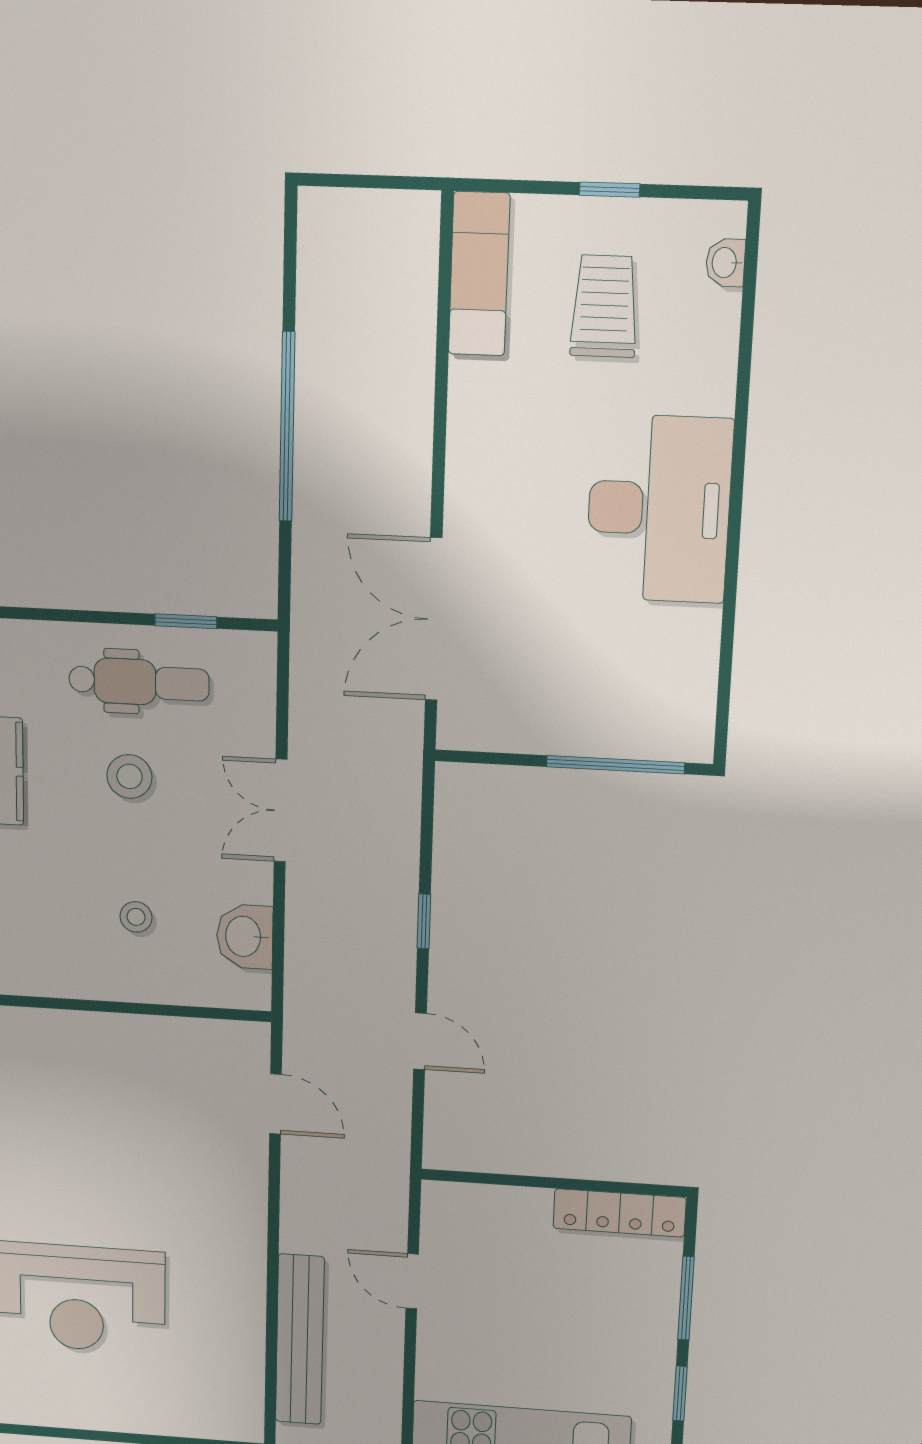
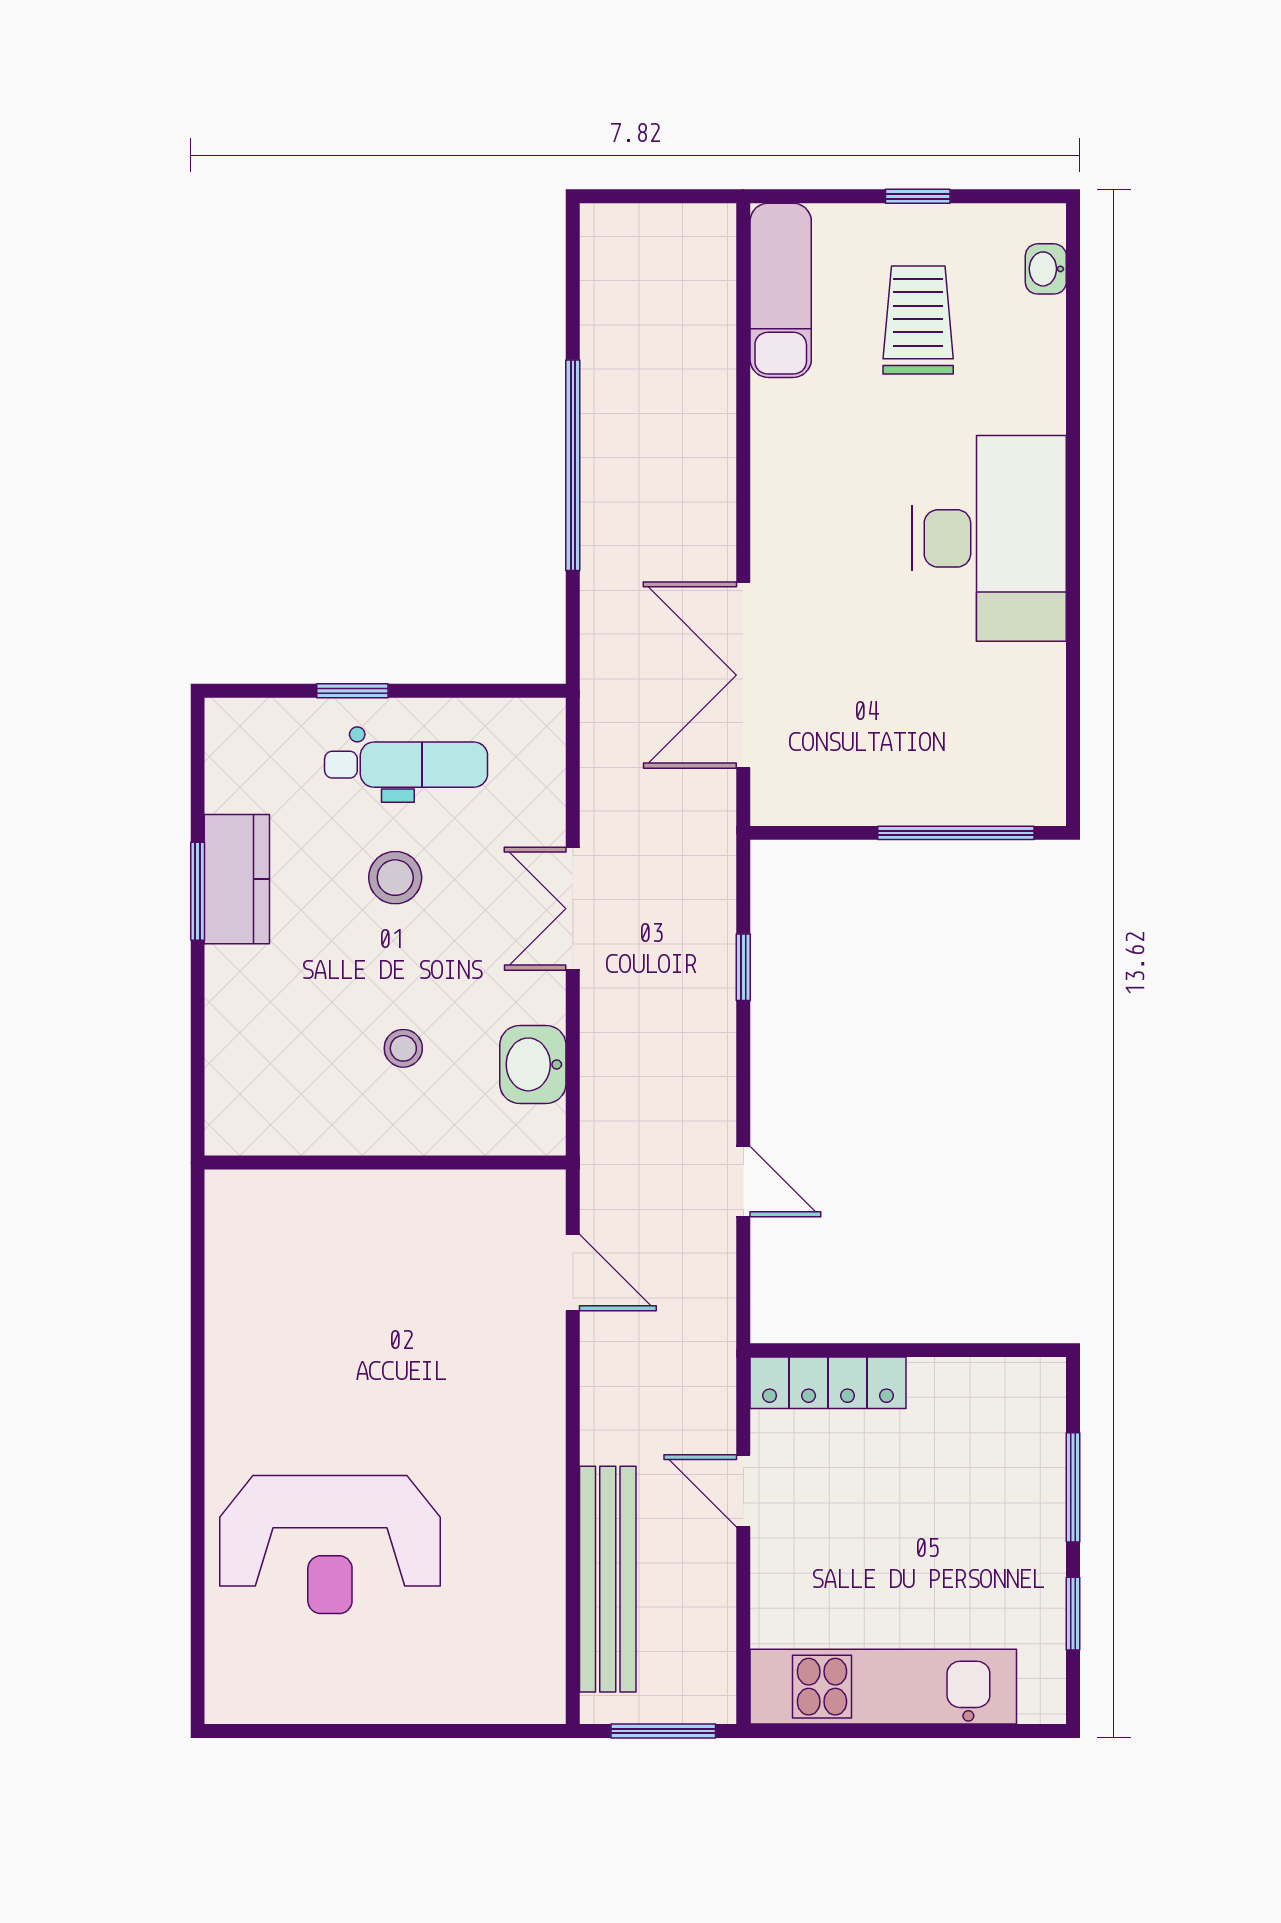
window: (186, 621) -> (352, 691), moved
window: (424, 921) -> (743, 967), moved
locker: (620, 1213) -> (828, 1383), moved

